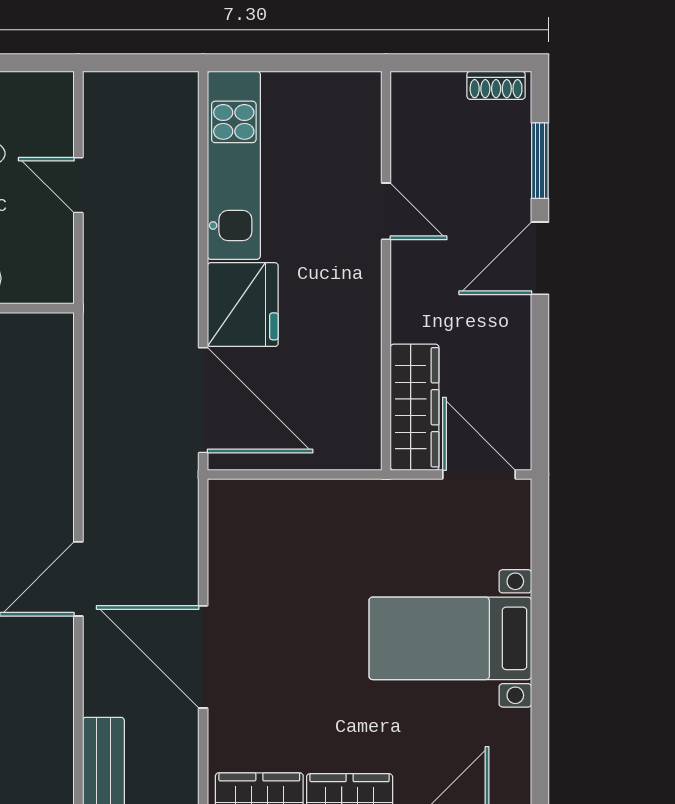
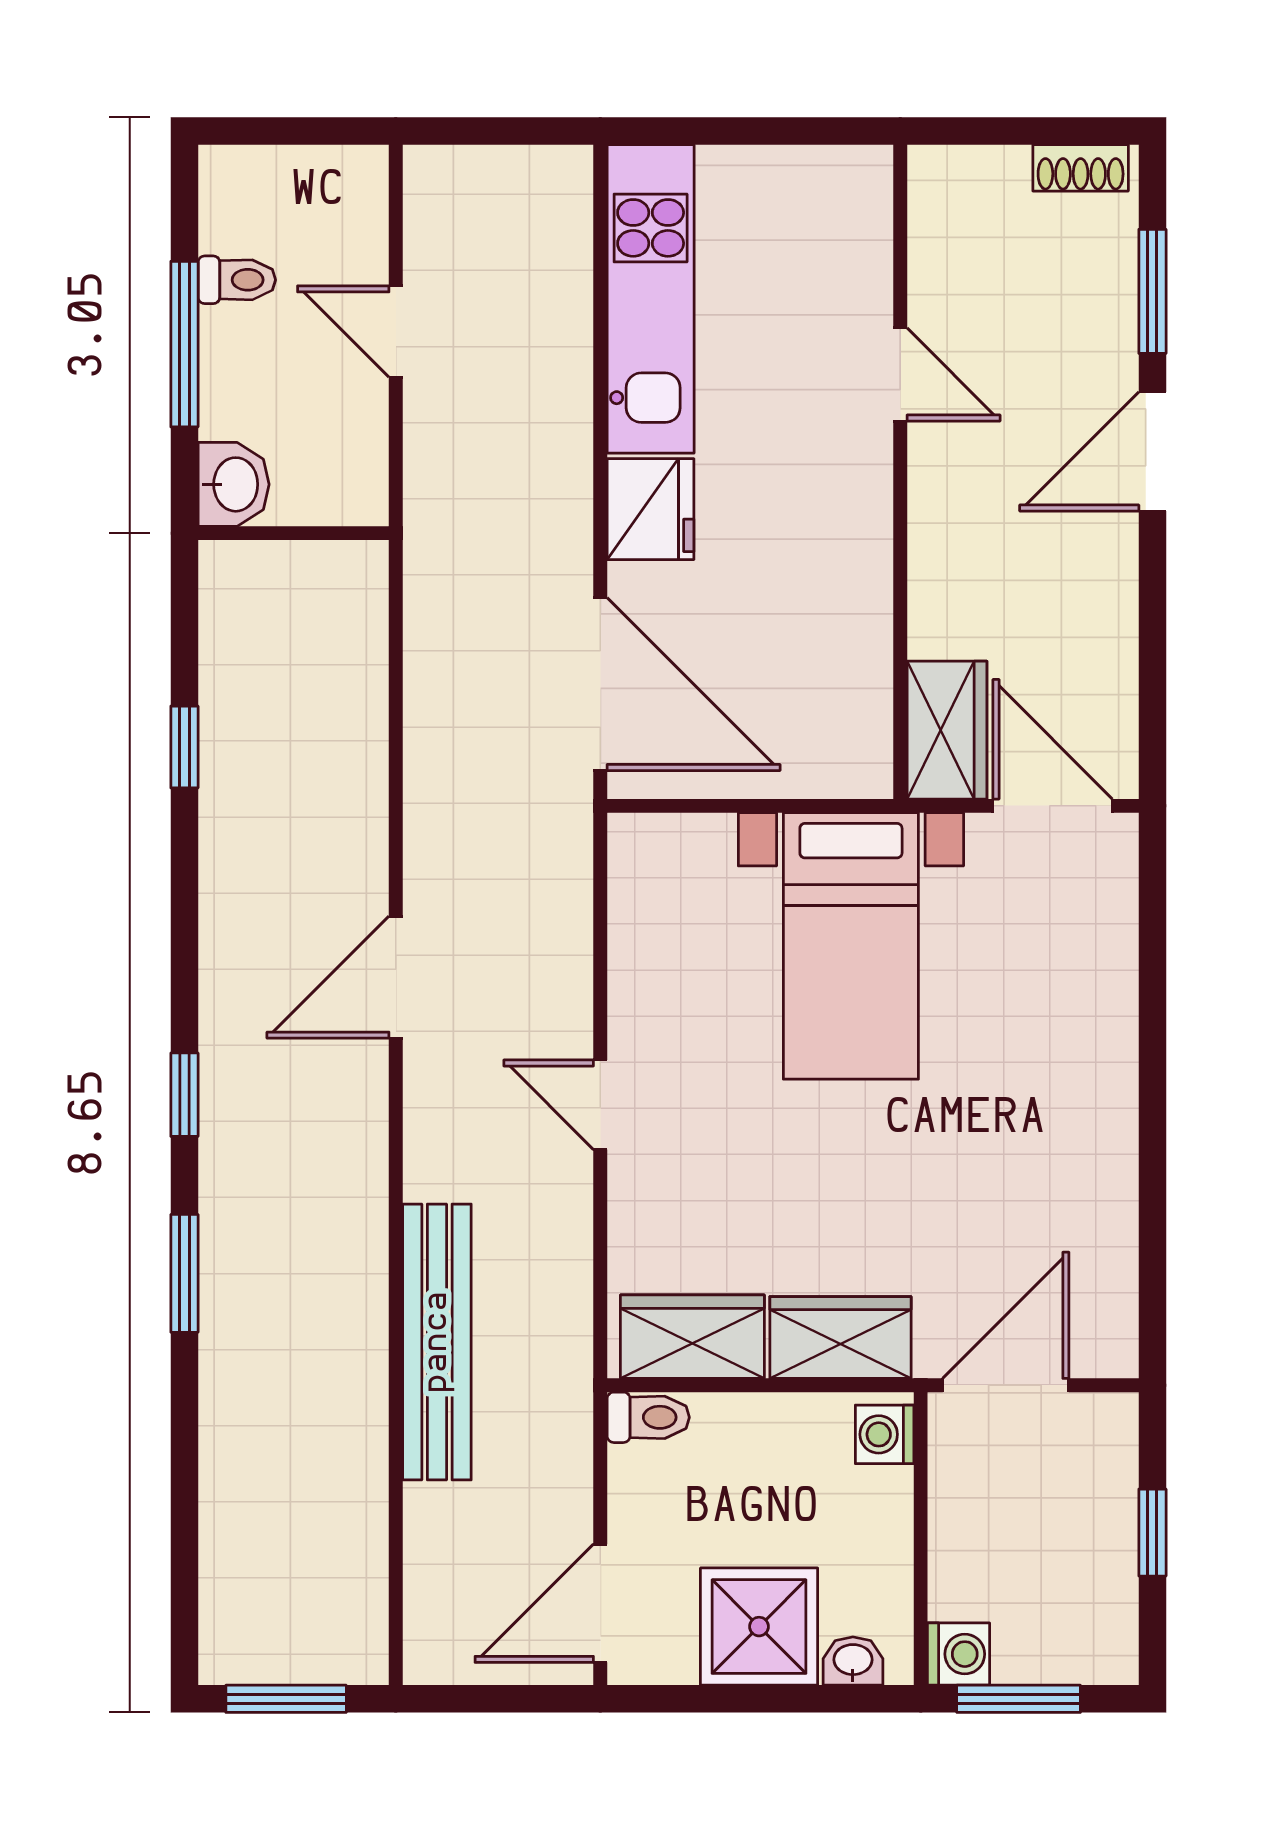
fridge: (243, 305) -> (651, 509), width x0.73, depth x0.75
wardrobe: (415, 407) -> (947, 730), width x0.67
bed with nightstands: (450, 638) -> (851, 946), moved, turned -90
door: (203, 657) -> (600, 1105), width x0.53

